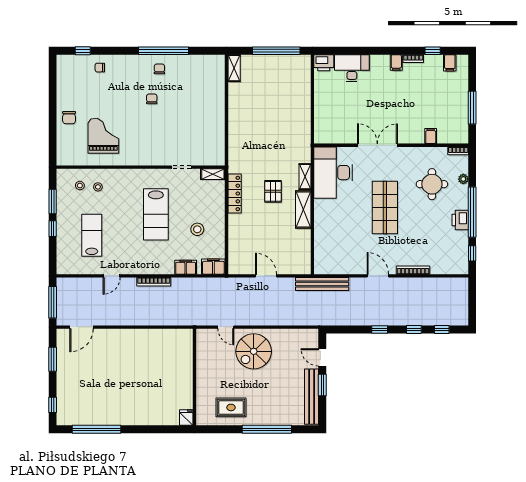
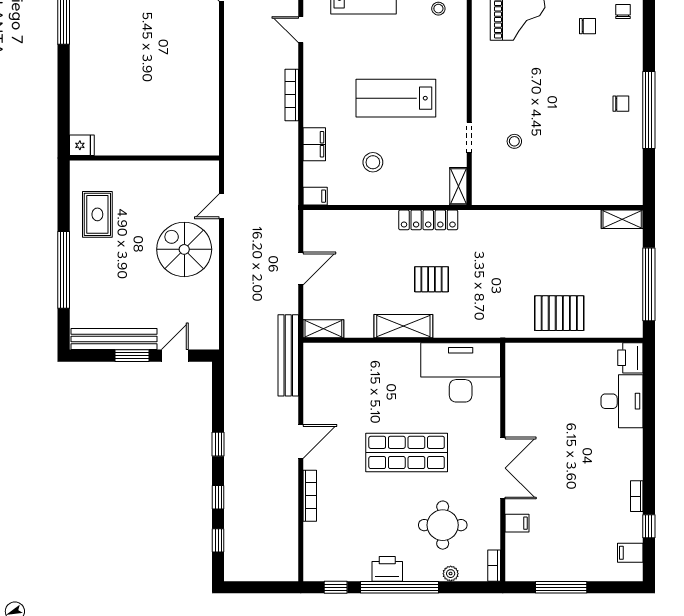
filing cabinet: (396, 63) -> (631, 470), removed
chair: (152, 99) -> (588, 26), moved
pallet: (295, 109) -> (559, 313), added
stool: (184, 138) -> (514, 141), added
double door: (377, 145) -> (503, 468), moved
shelving: (305, 177) -> (323, 329), moved
filing cabinet: (213, 267) -> (315, 196), width x0.50

